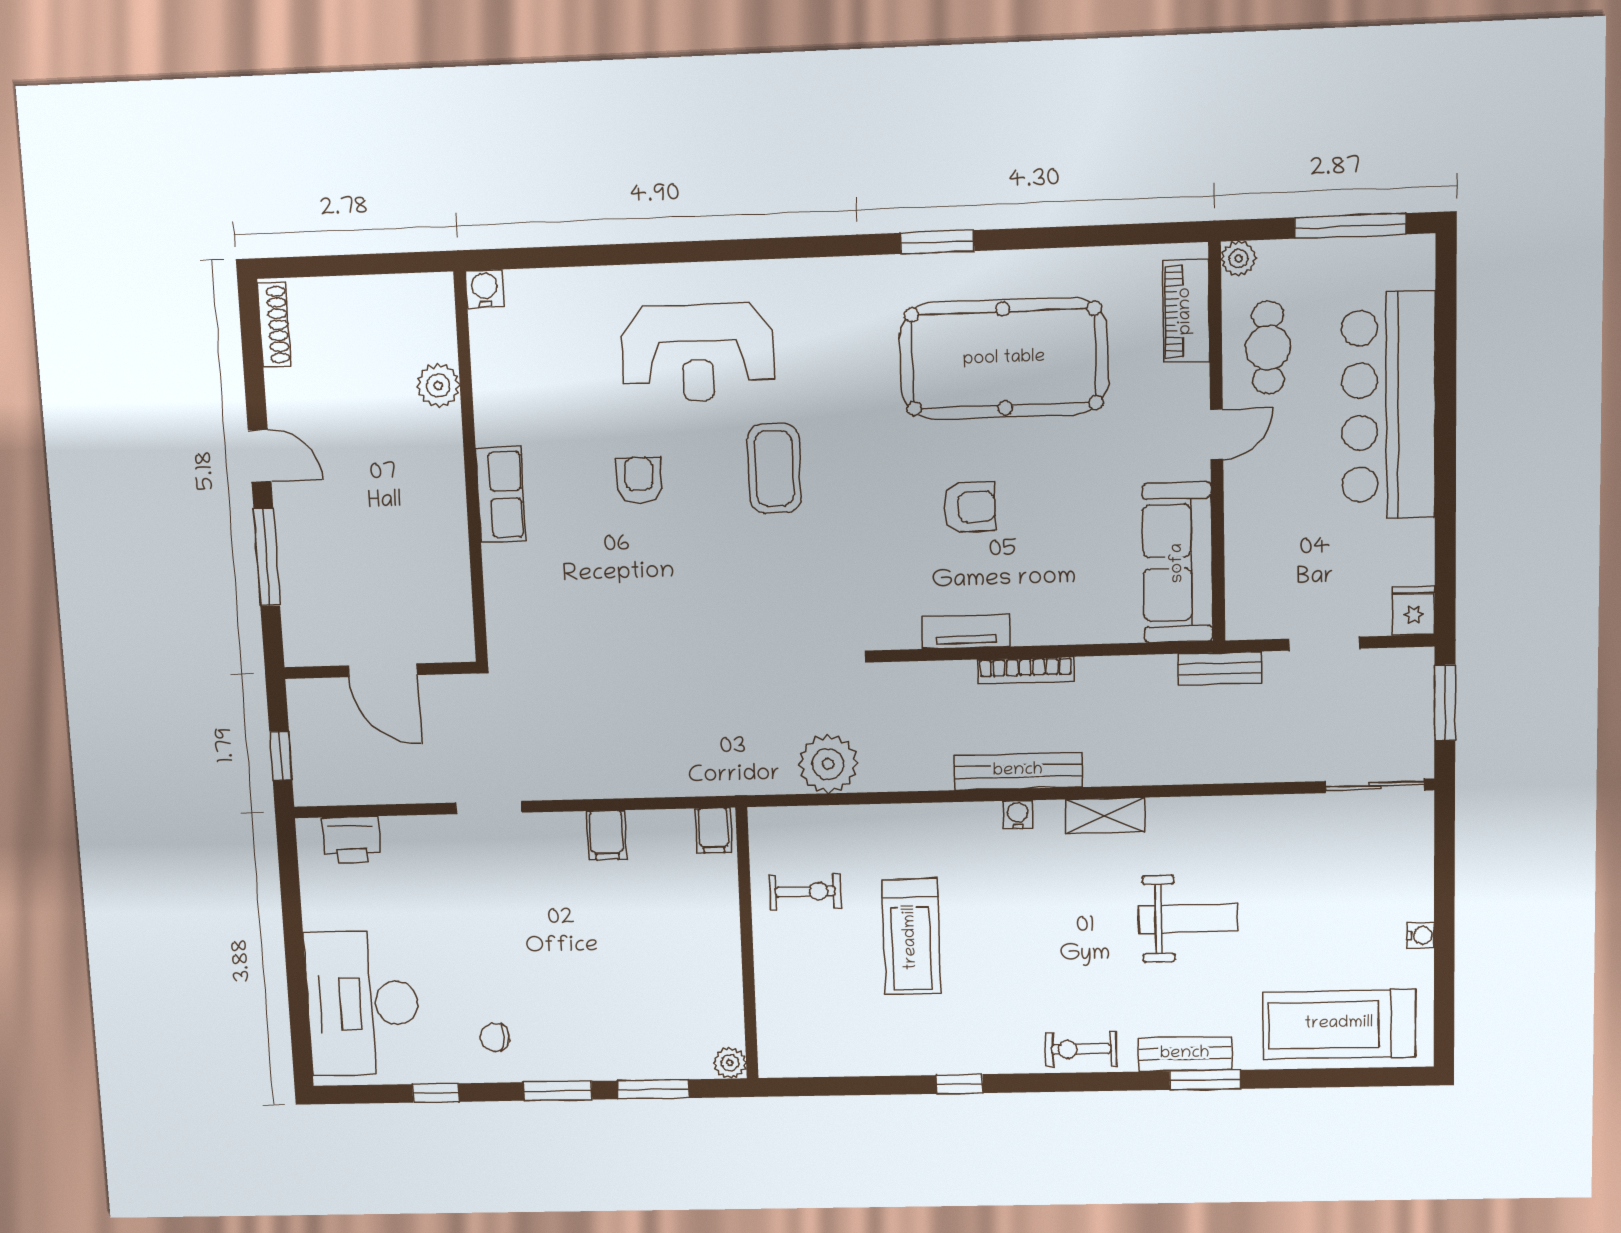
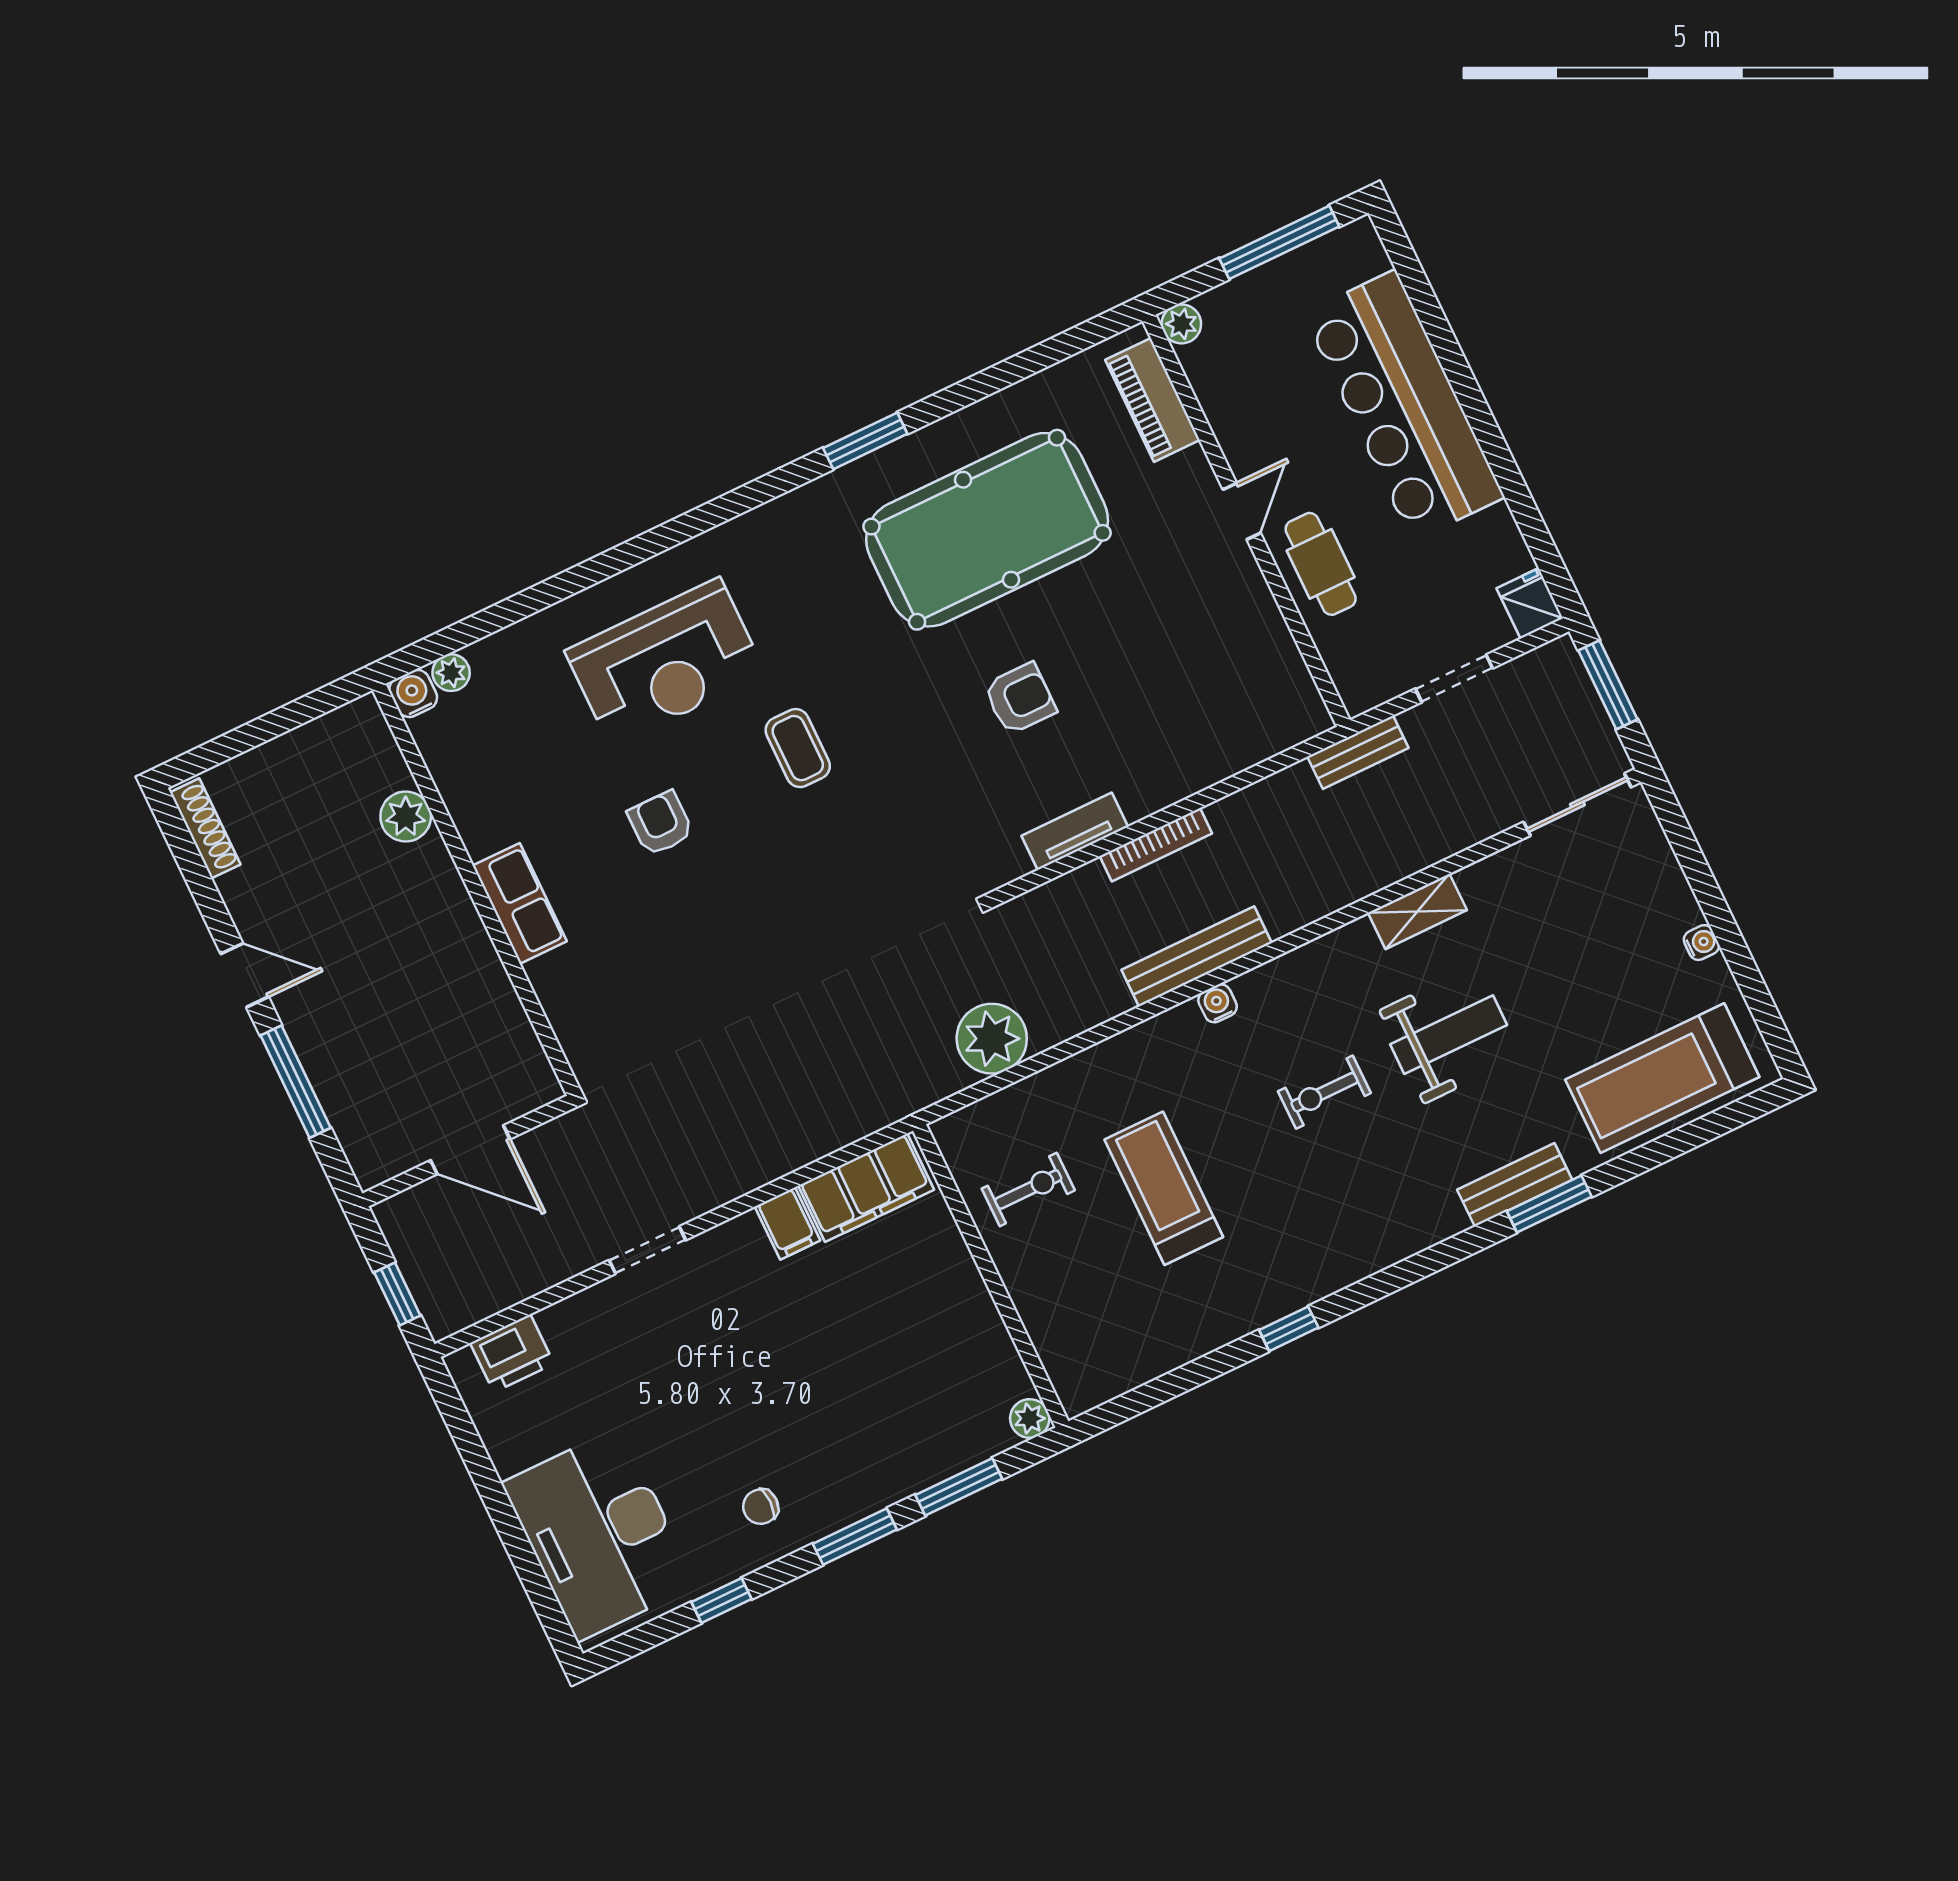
plant: (522, 285) -> (451, 673), added
cafe table: (1268, 347) -> (1321, 564), moved
coffee table: (774, 468) -> (798, 748), width x0.73, depth x0.77
sofa: (1178, 563) -> (1263, 661), removed
shelving: (1105, 816) -> (1417, 911), moved
filing cabinet: (713, 830) -> (866, 1188), width x3.00, depth x1.17
treadmill: (911, 937) -> (1164, 1188), turned 180
exercise bike: (1081, 1049) -> (1324, 1092), moved

